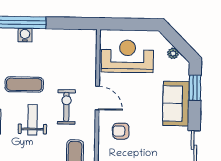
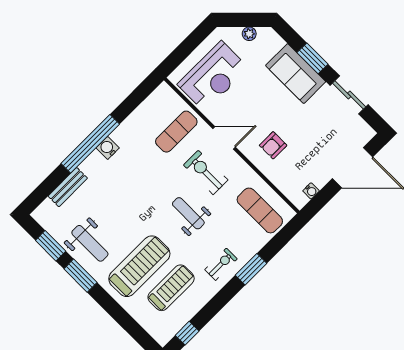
reception desk: (127, 56) -> (213, 76), turned 180
exercise mat: (24, 84) -> (176, 132), moved
window: (195, 88) -> (313, 58), moved

